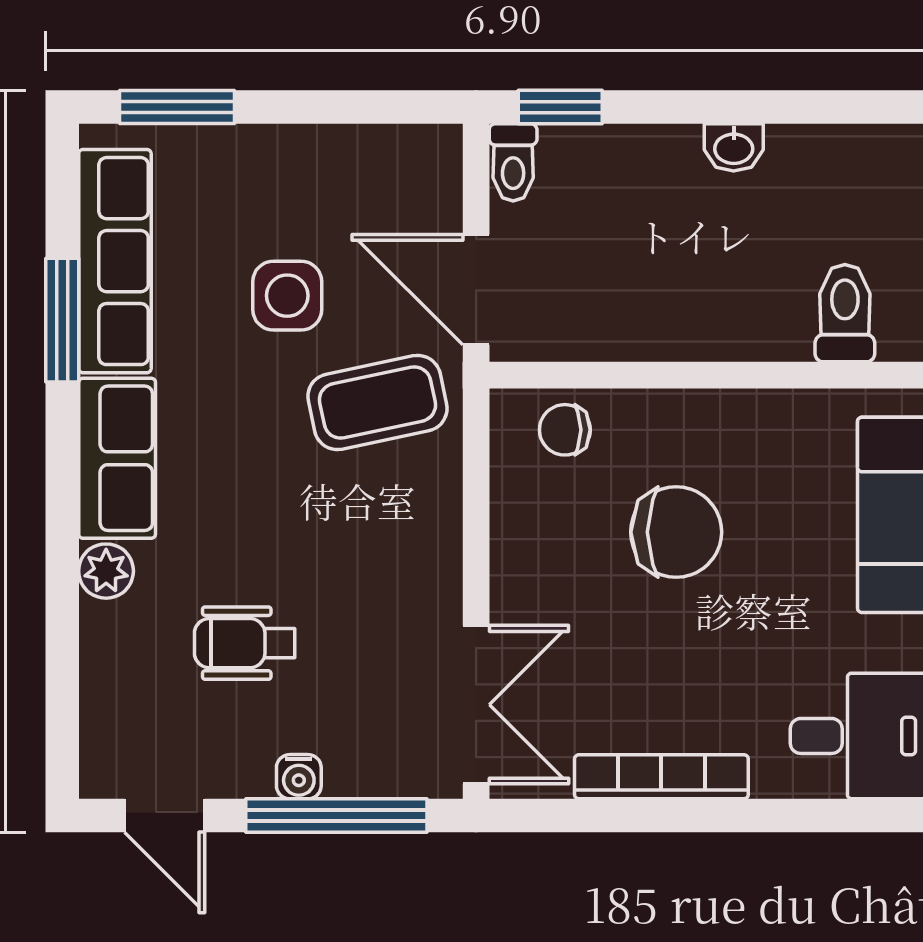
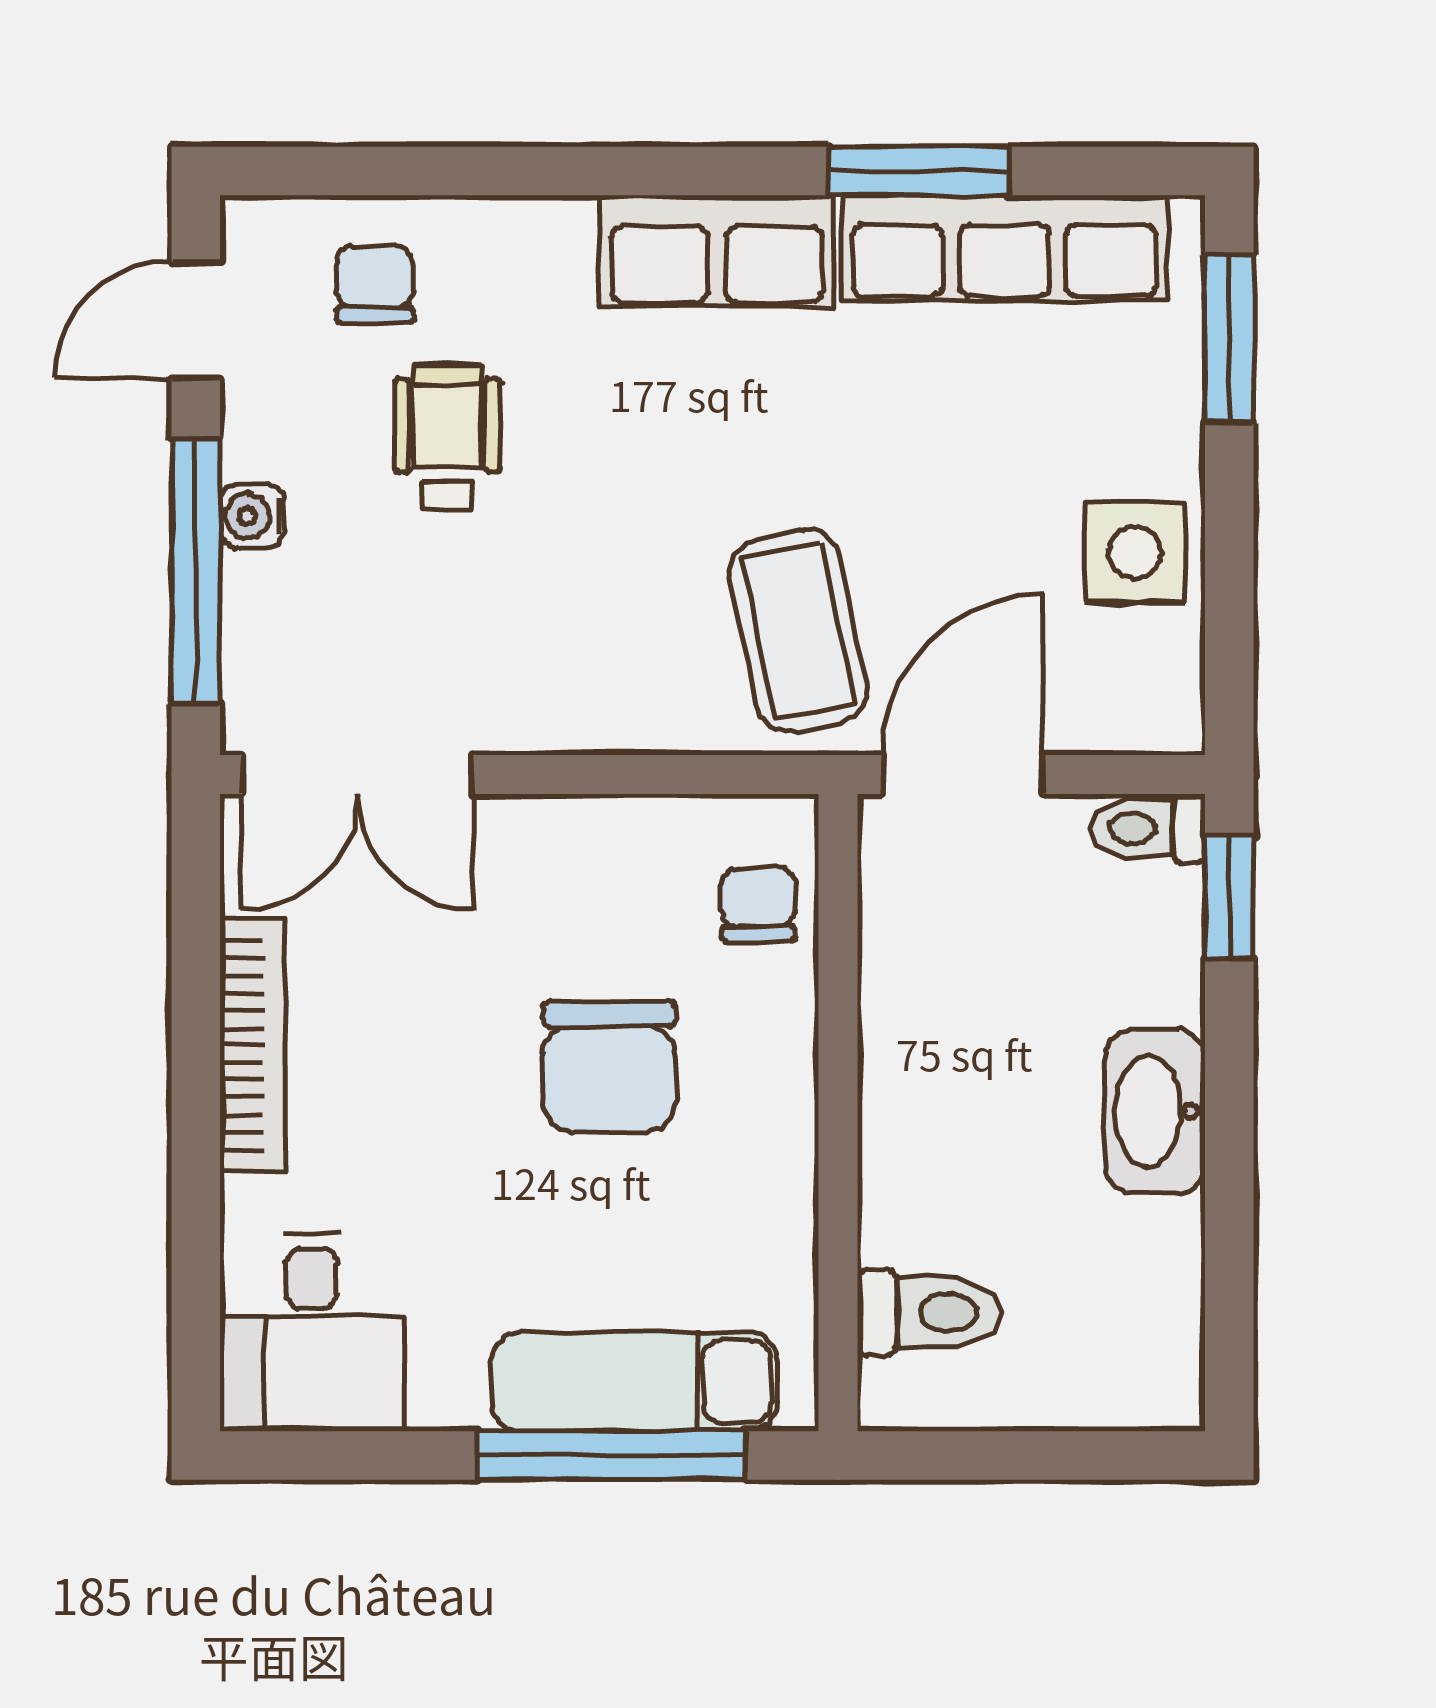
washbasin: (734, 147) -> (1155, 1111), width x1.91, depth x1.45
side table: (287, 296) -> (1135, 552), moved
plant: (106, 571) -> (552, 235), removed
chair: (140, 693) -> (375, 284), added

